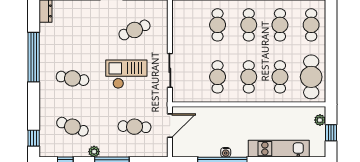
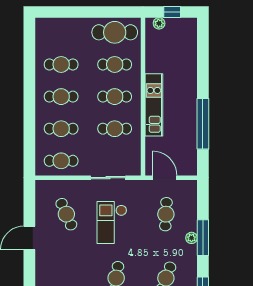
cafe table: (311, 25) -> (61, 161), moved
kitchen unit: (279, 149) -> (154, 105), moved, turned 180
plant: (94, 152) -> (191, 238), moved
water cooler: (226, 152) -> (192, 120), removed

